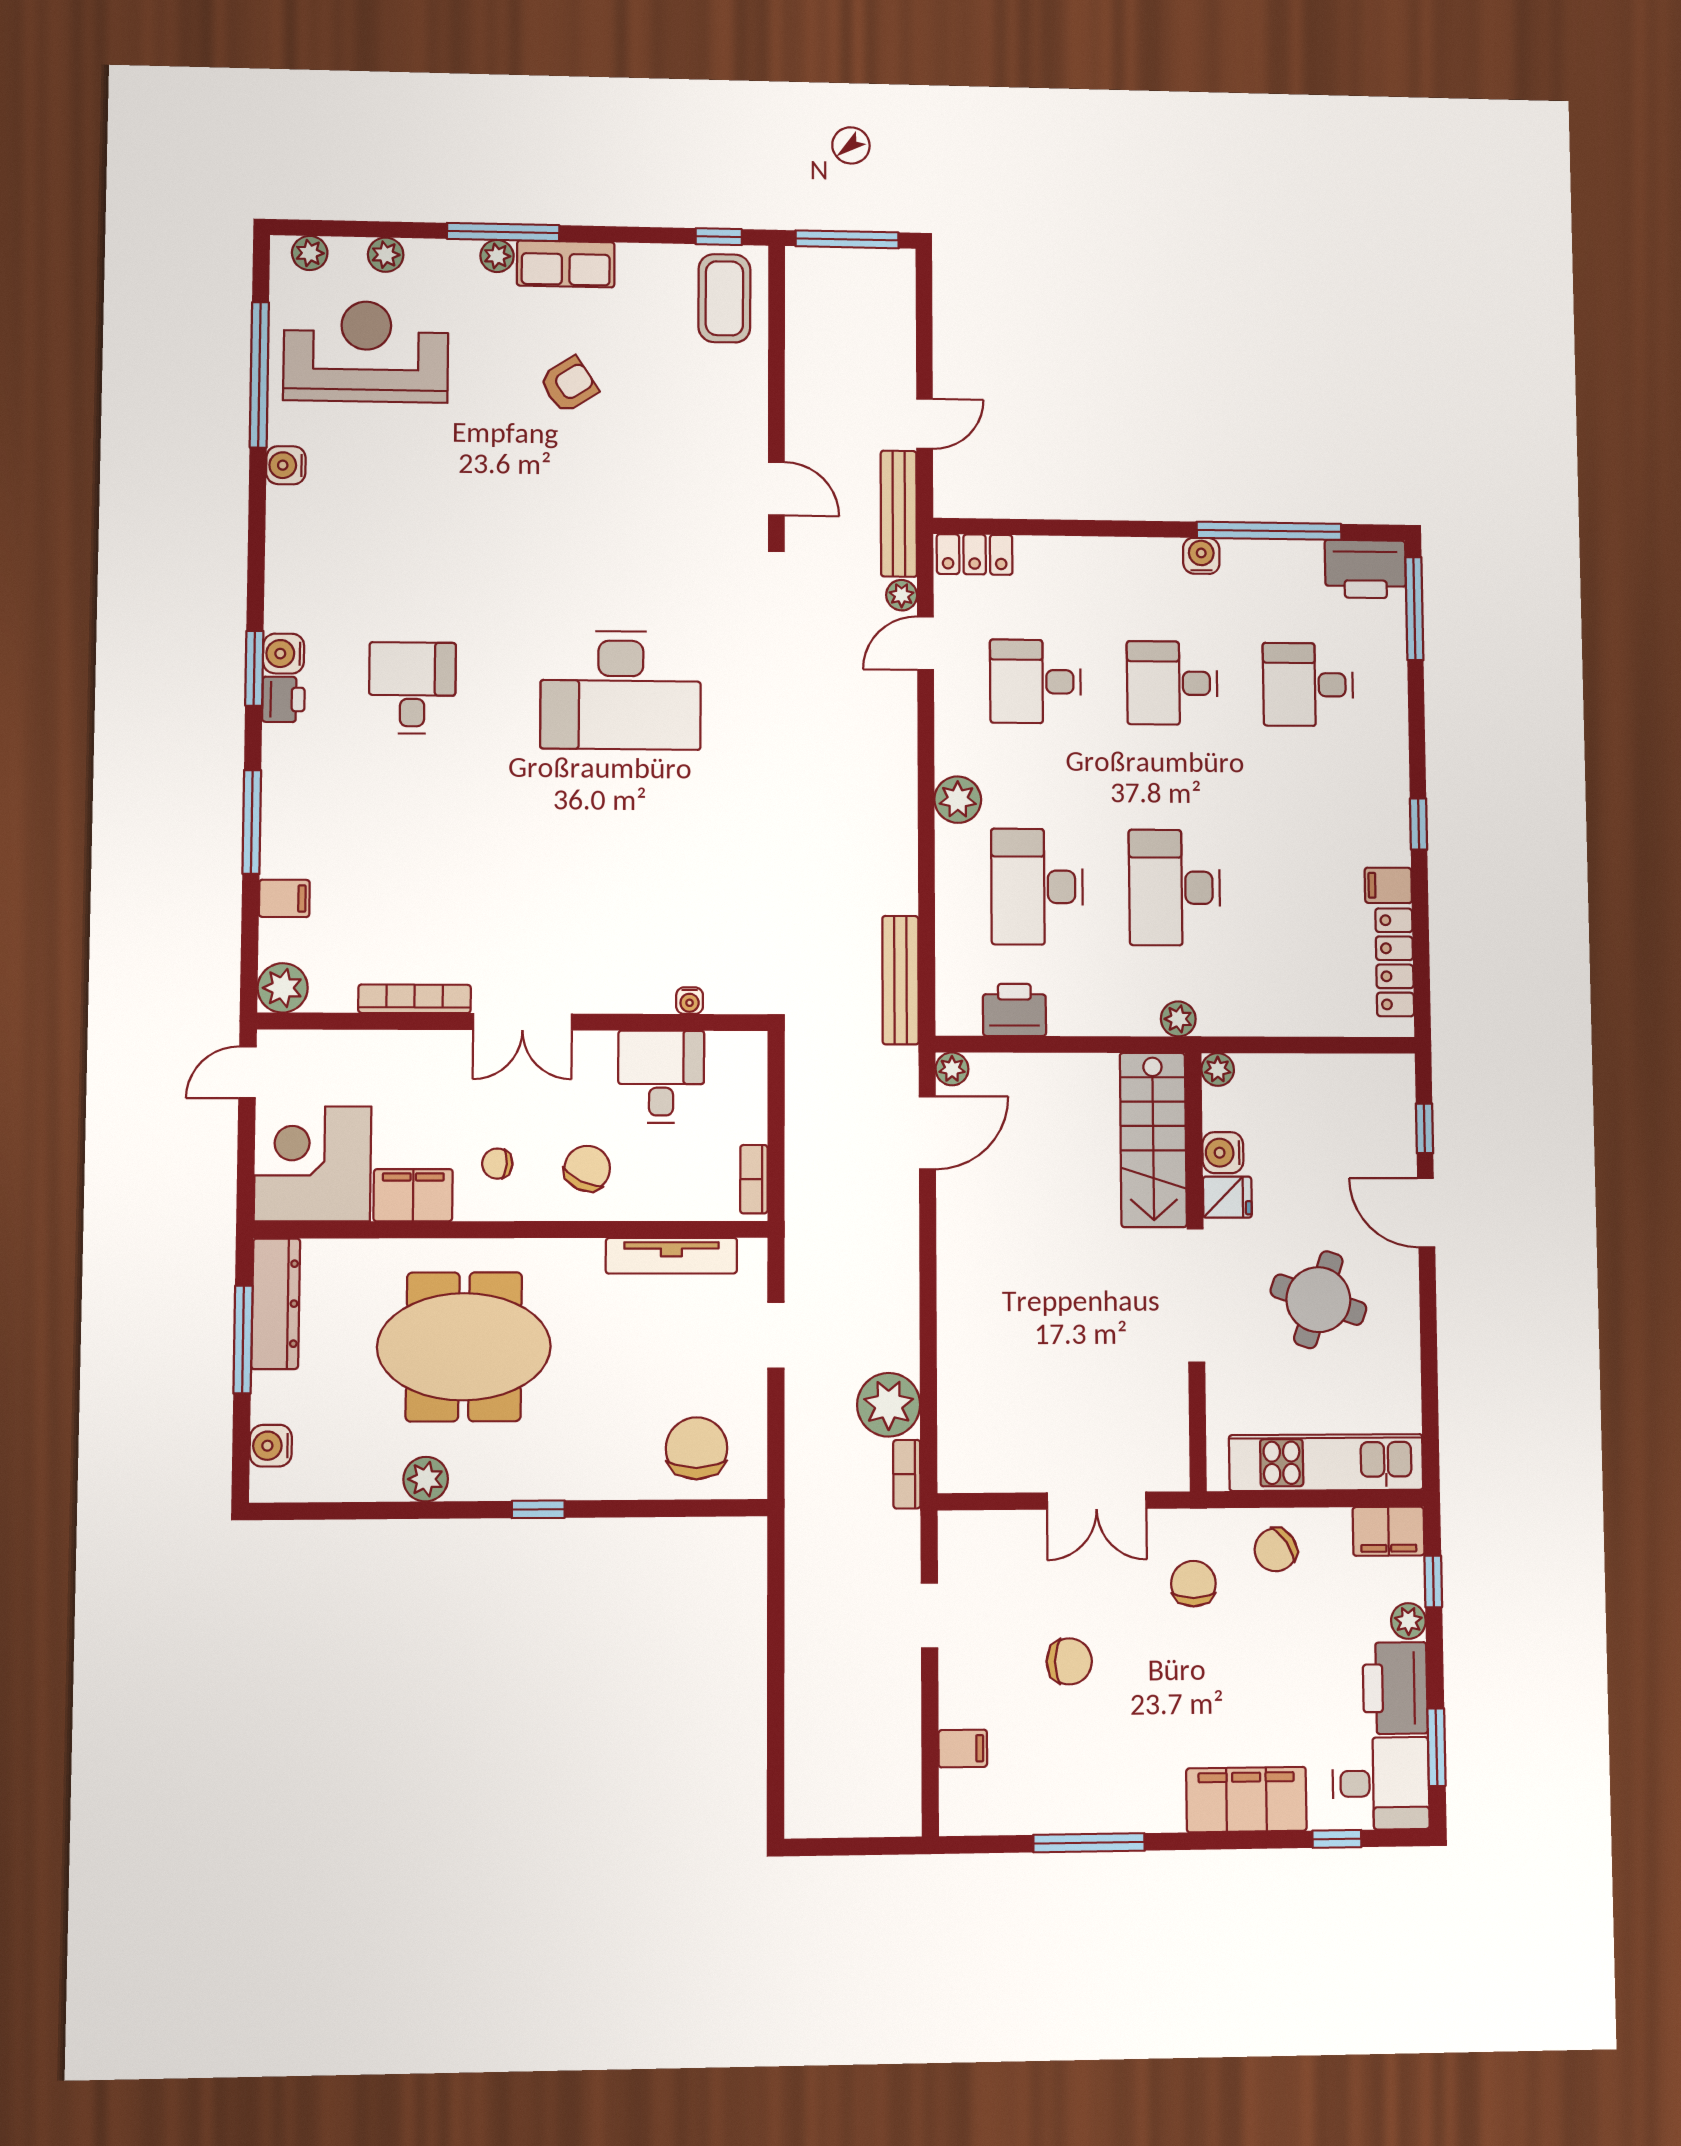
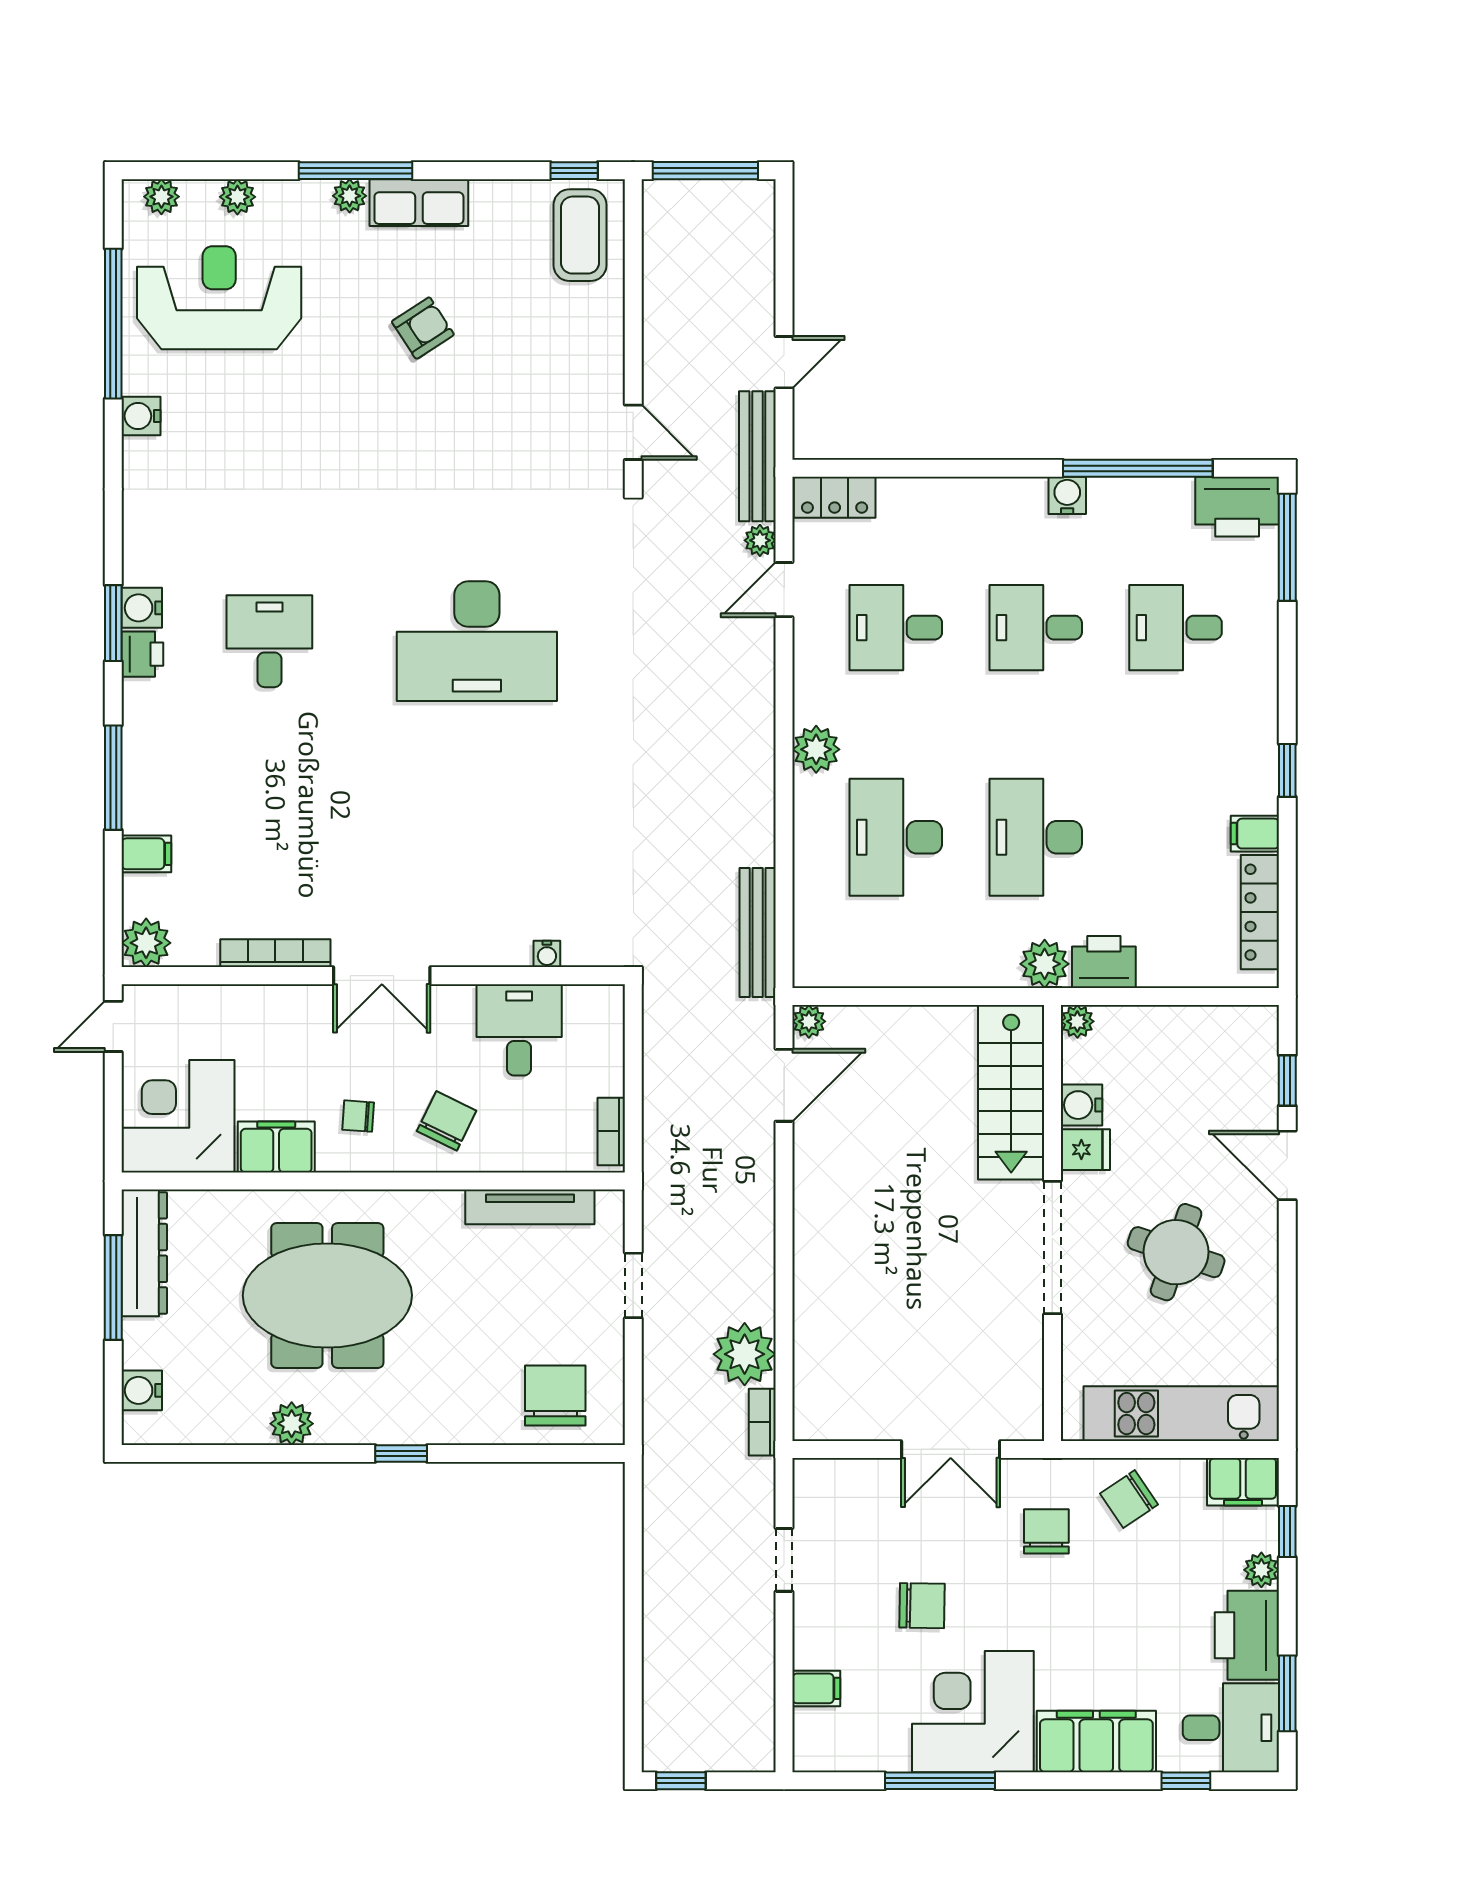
printer: (1014, 1010) -> (1104, 962), moved
plant: (1178, 1019) -> (1045, 964), width x1.38, depth x1.38
corner desk: (1122, 1770) -> (973, 1712), added
window: (825, 1847) -> (681, 1781), added

